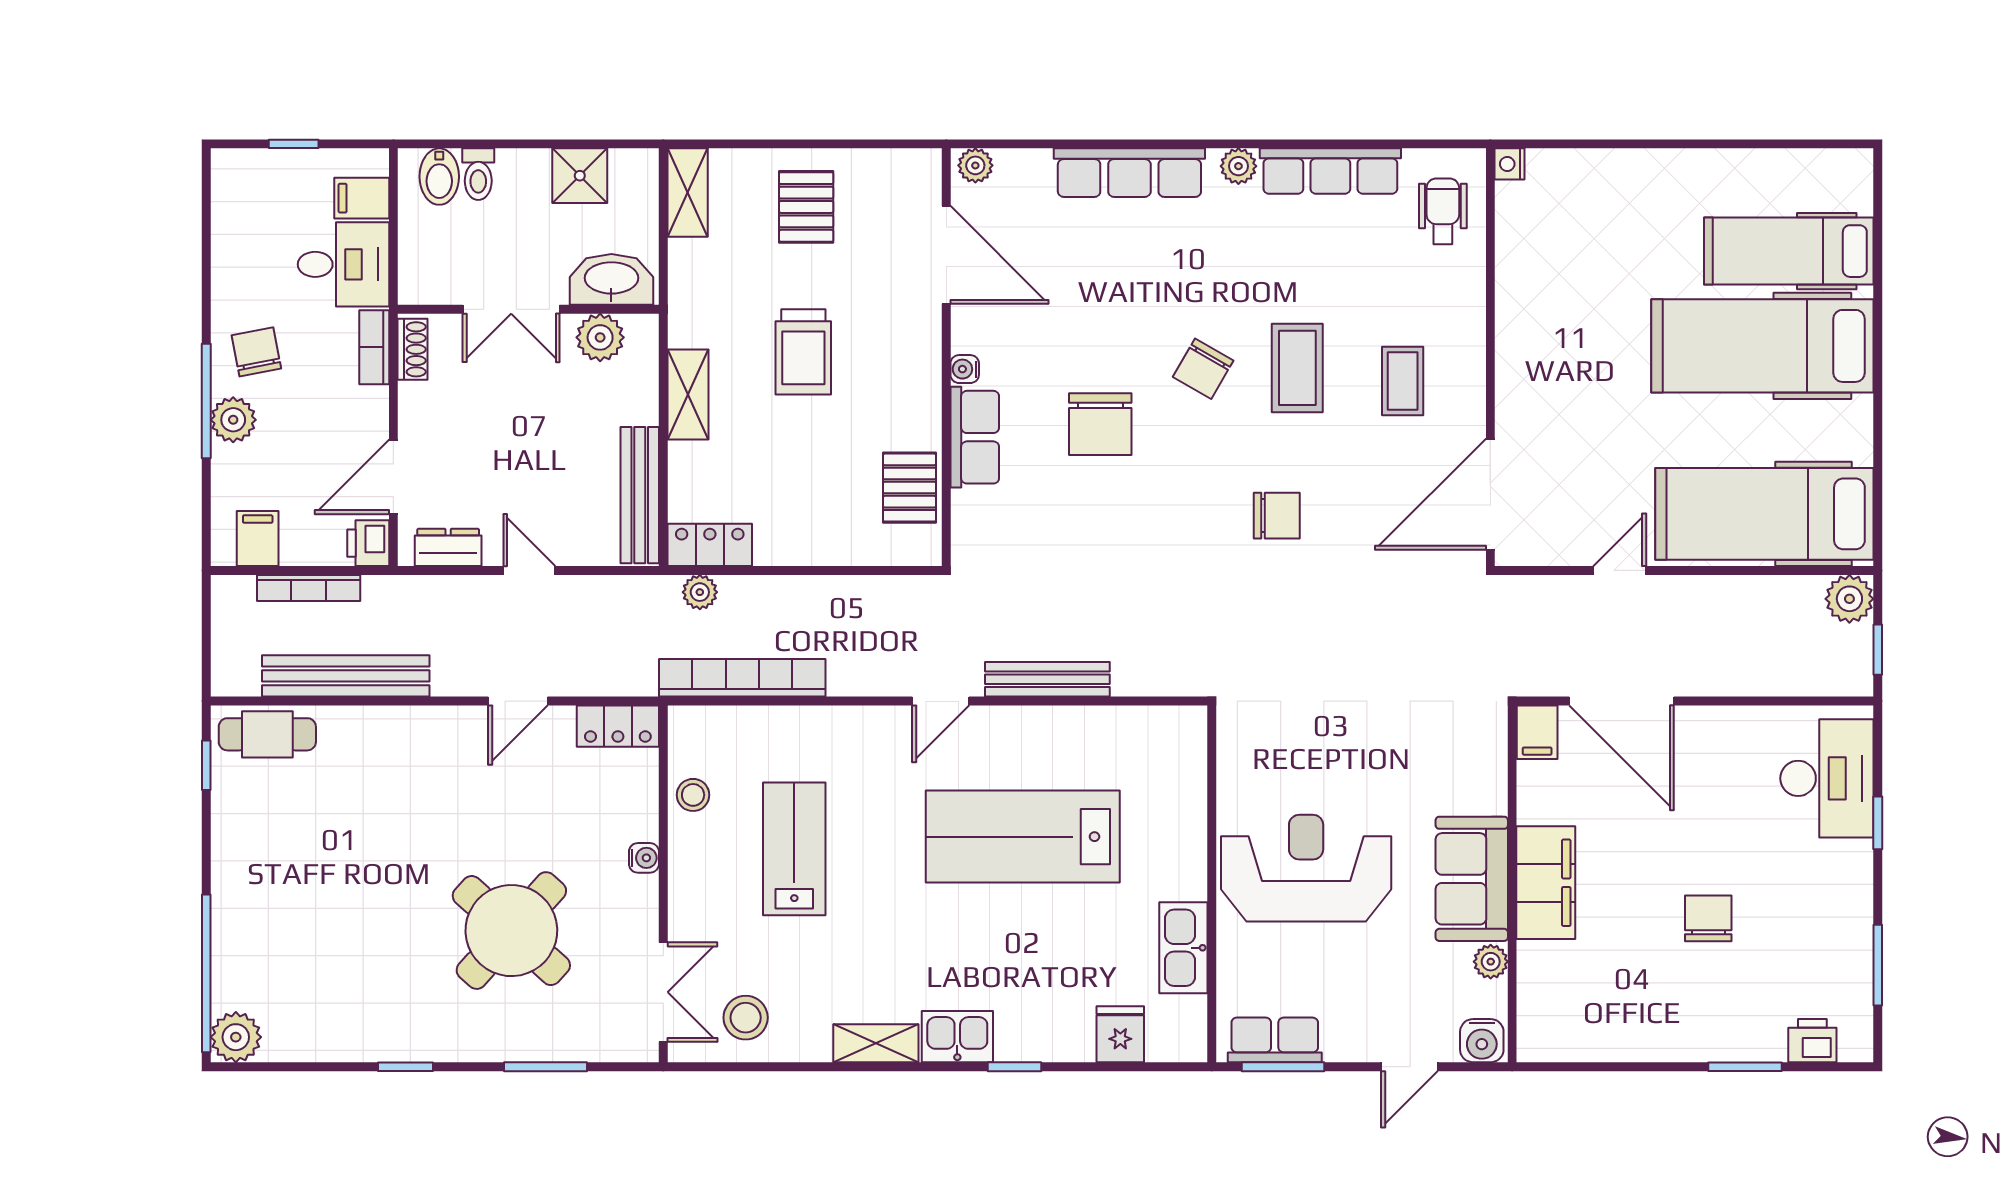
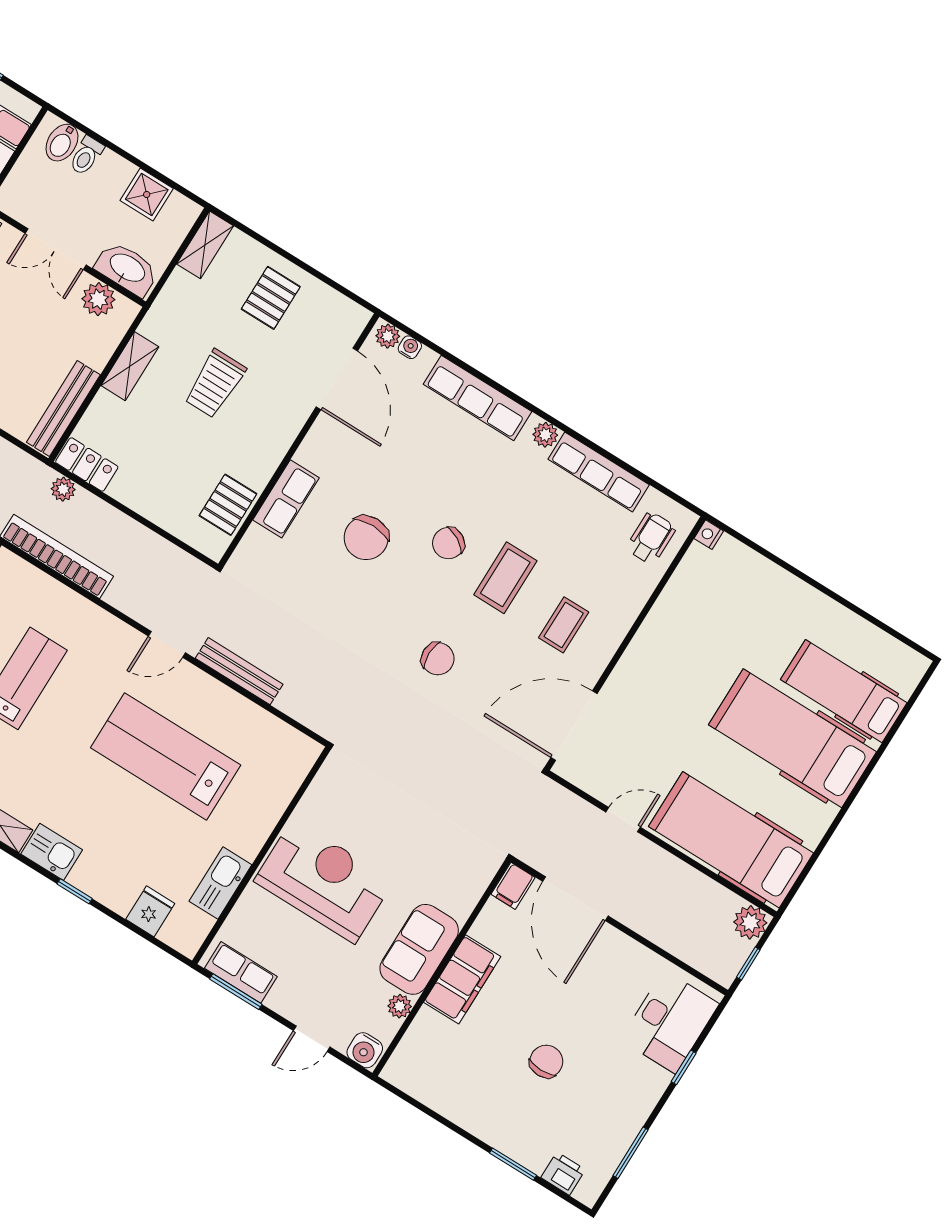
water cooler: (965, 369) -> (410, 347), moved, turned 90

